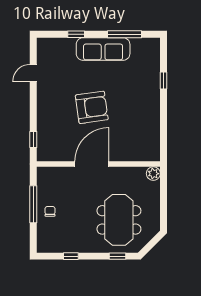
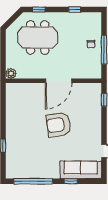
window: (125, 34) -> (33, 181), width x1.46
sofa: (103, 49) -> (81, 170), moved
meeting table: (119, 220) -> (38, 38), turned 90

